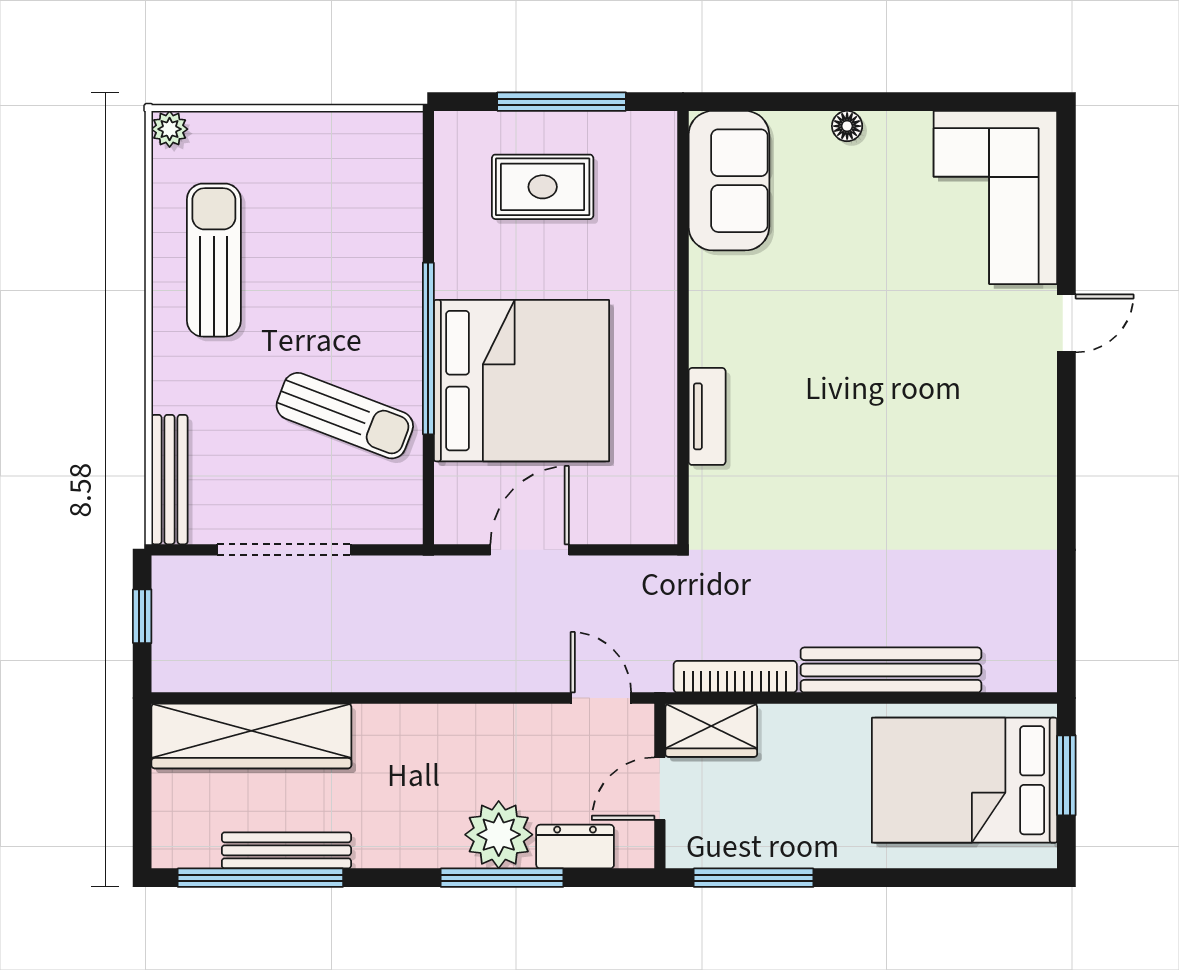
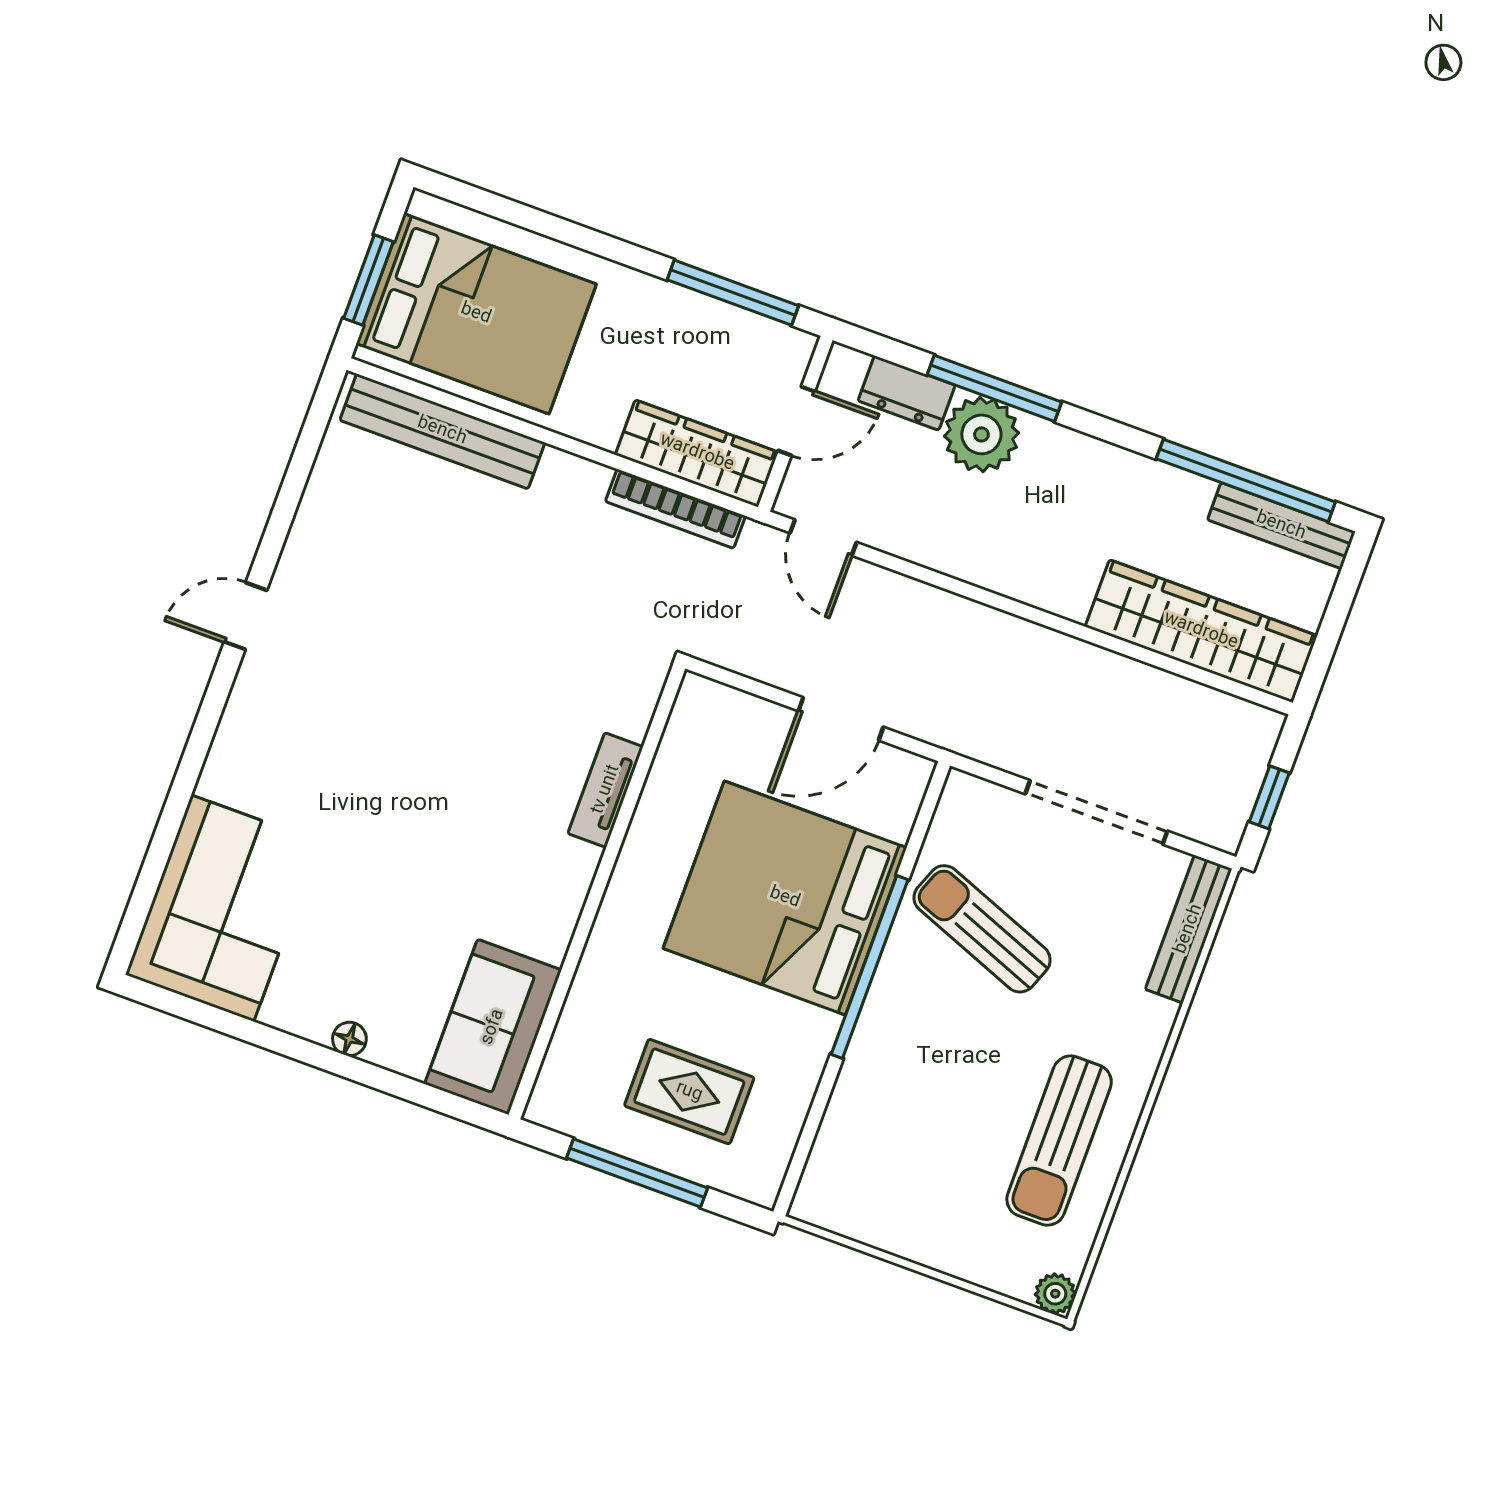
door: (1066, 323) -> (245, 616), moved
bench: (891, 670) -> (442, 431), moved
wardrobe: (711, 730) -> (697, 453), width x1.50
bench: (286, 850) -> (1281, 526), moved

